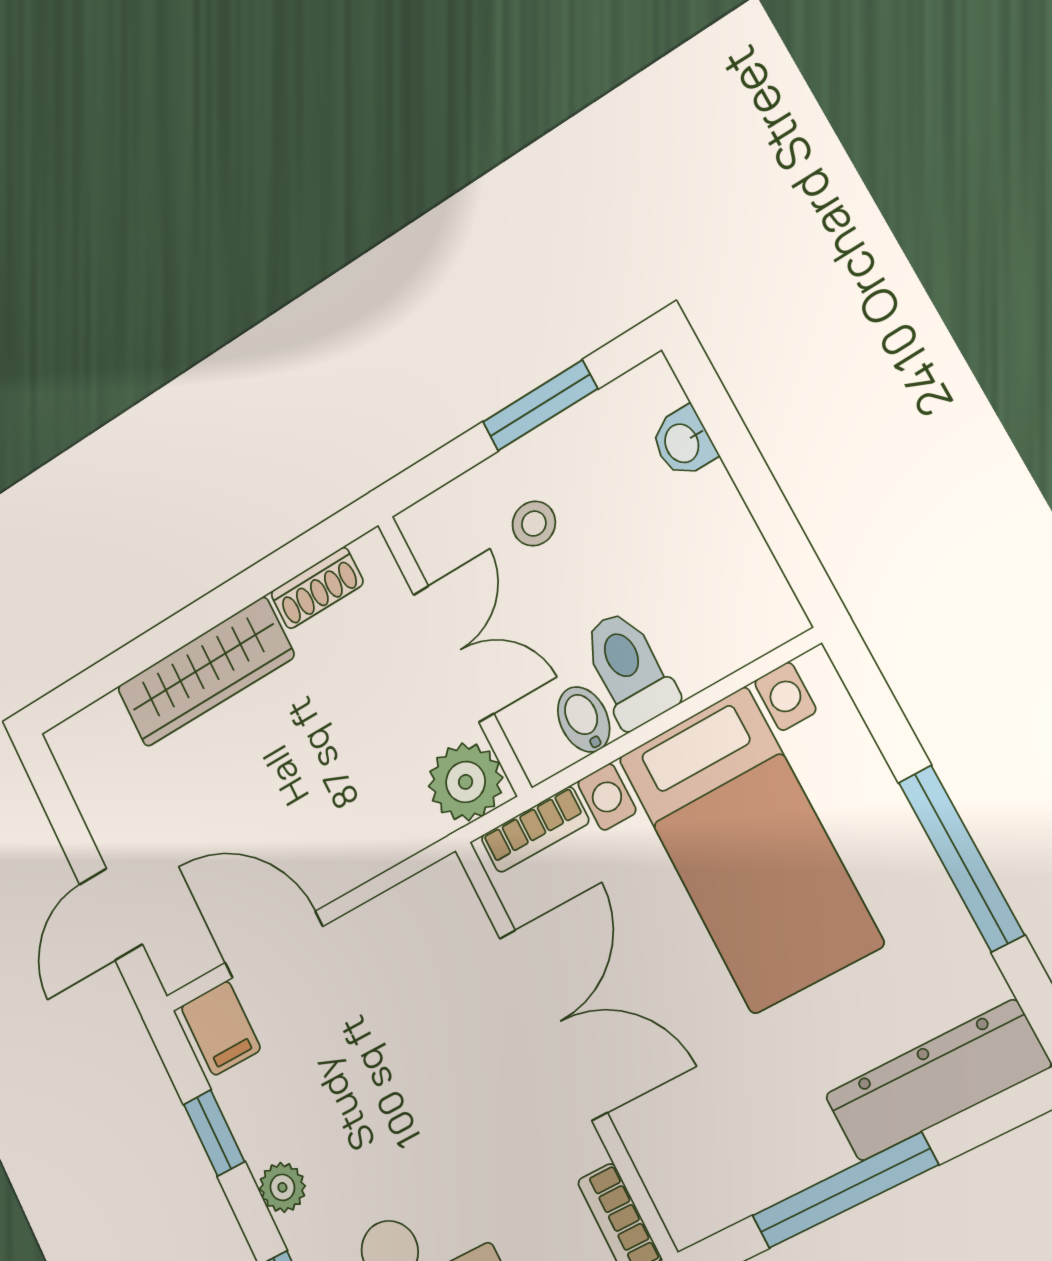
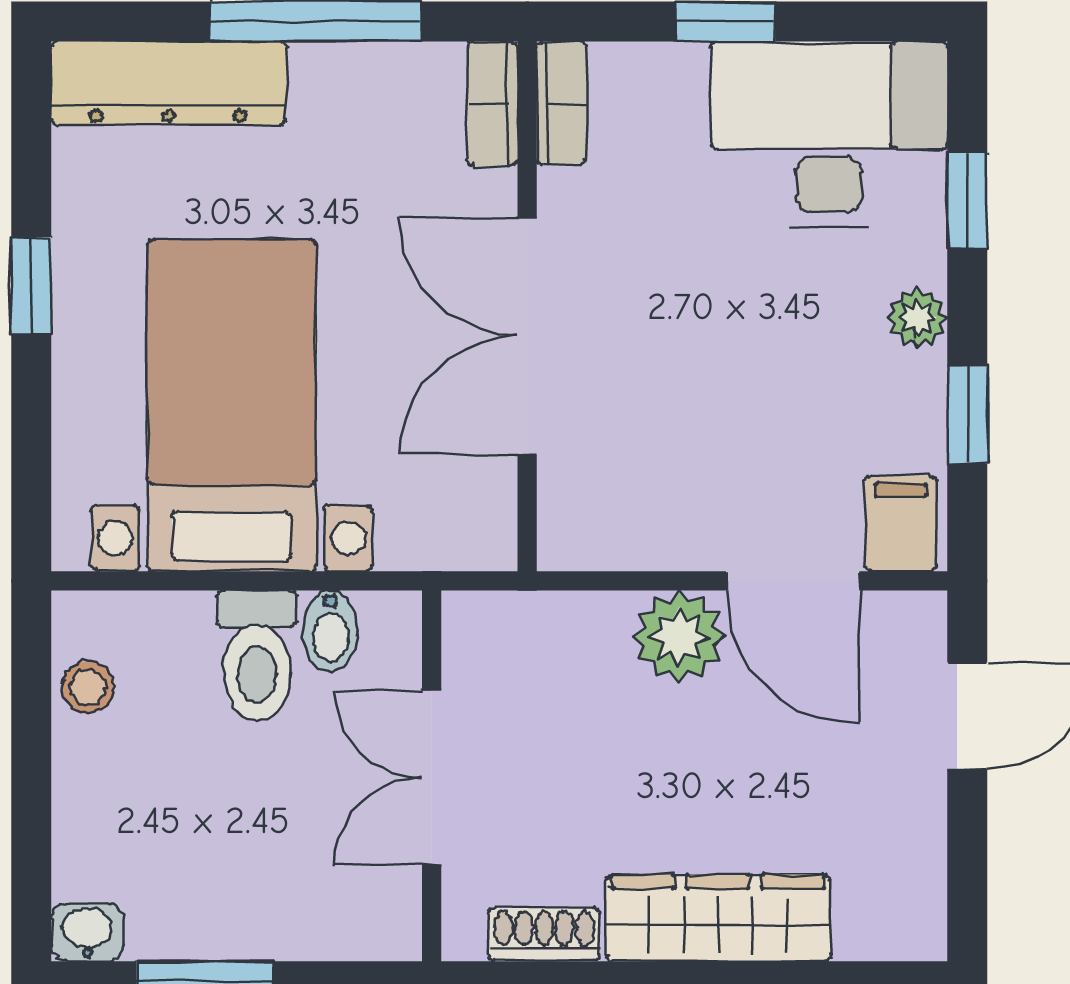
washbasin: (683, 443) -> (88, 932), moved, turned -90
stool: (534, 524) -> (88, 687), moved
plant: (466, 782) -> (679, 637), moved
bookcase: (535, 830) -> (493, 104), moved, turned -90
window: (961, 858) -> (31, 286), width x0.46

